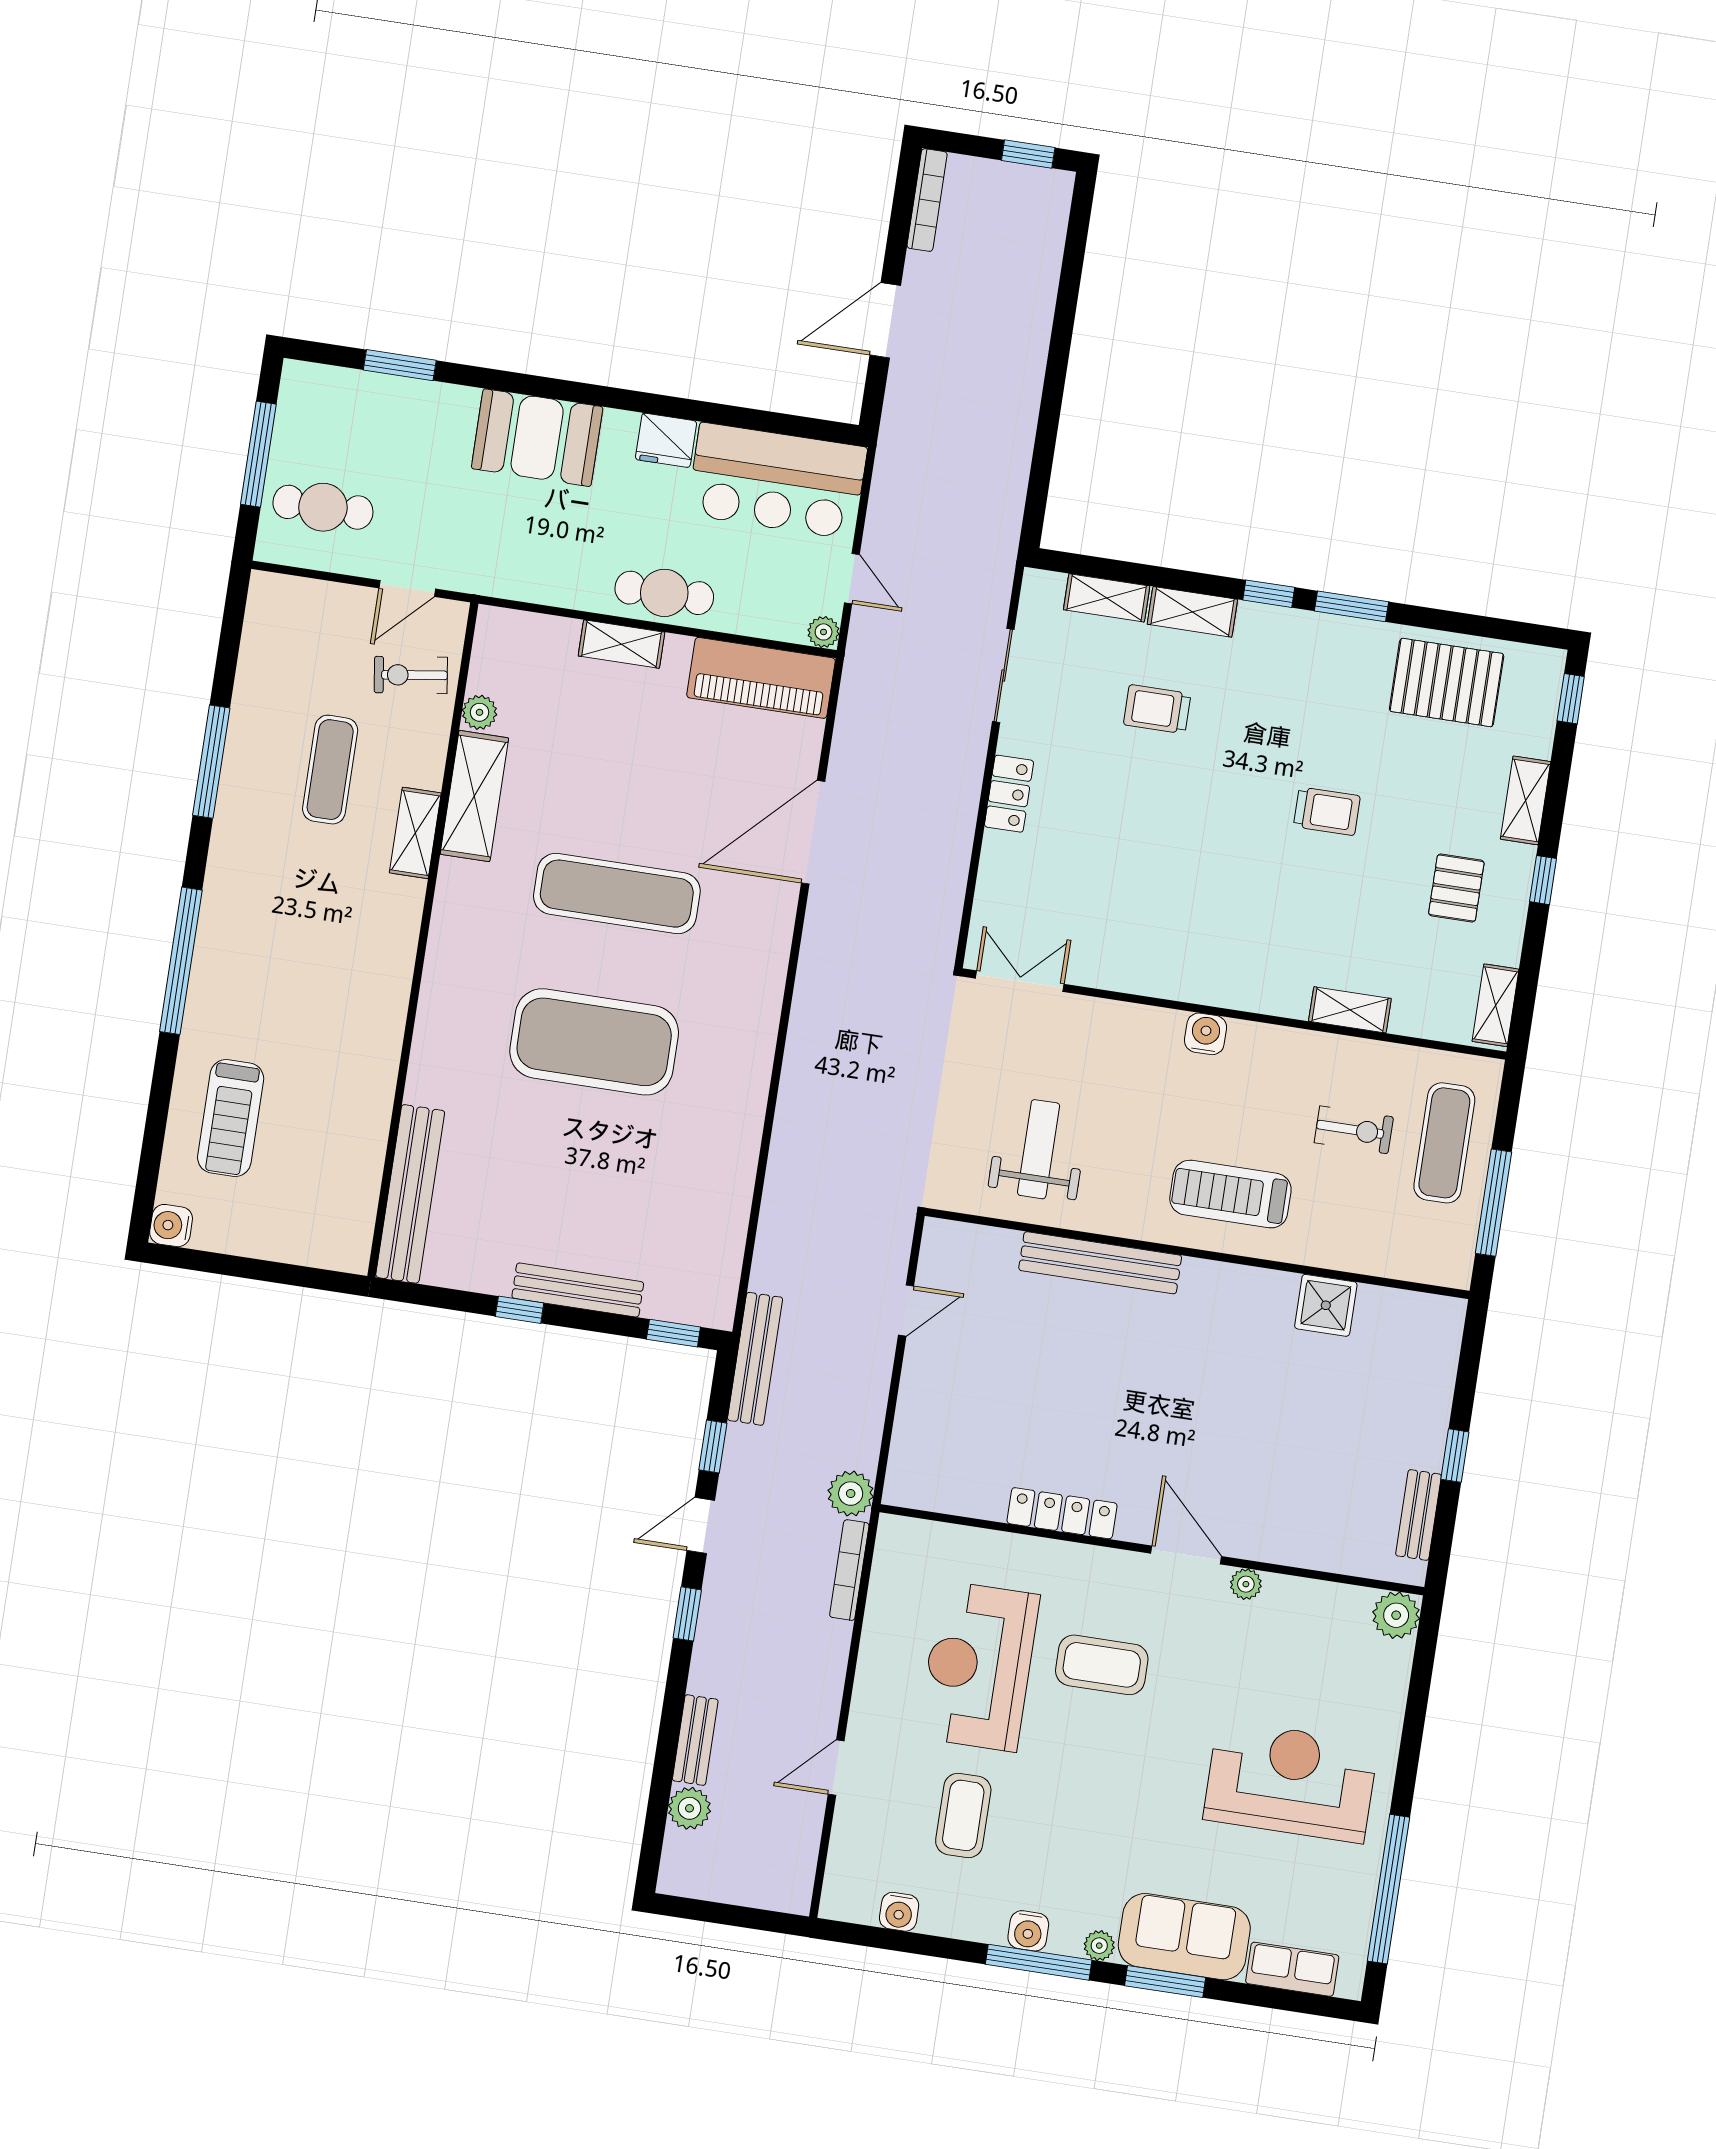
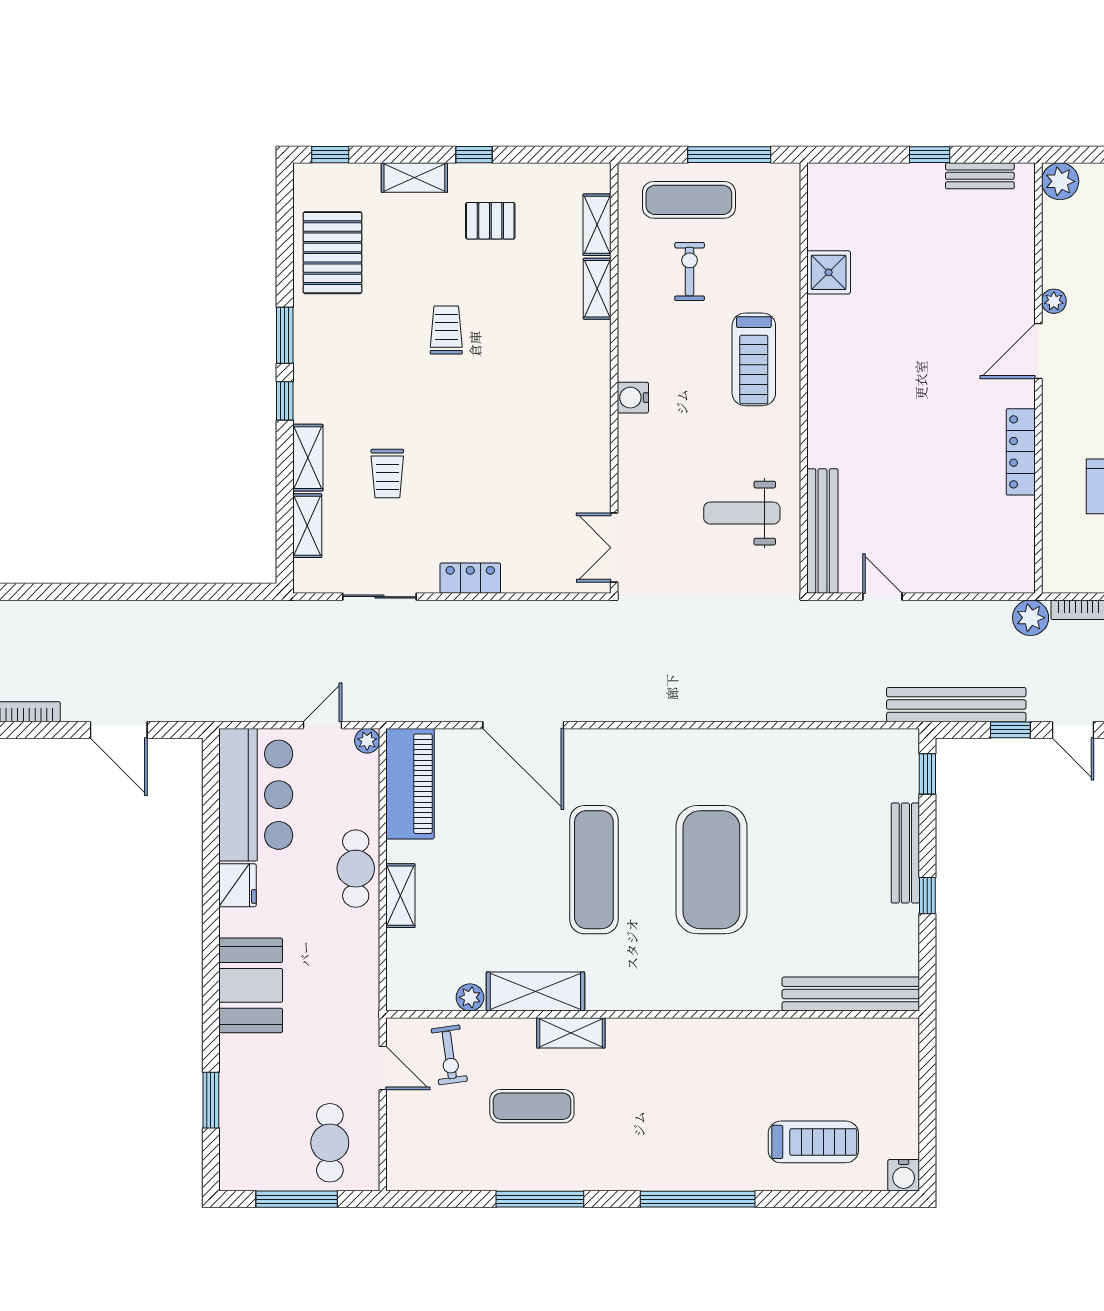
shelving: (1495, 1005) -> (597, 225), moved, turned 90
bench: (1100, 1263) -> (822, 531), moved
bench: (755, 1359) -> (956, 705), width x1.37, depth x1.21

